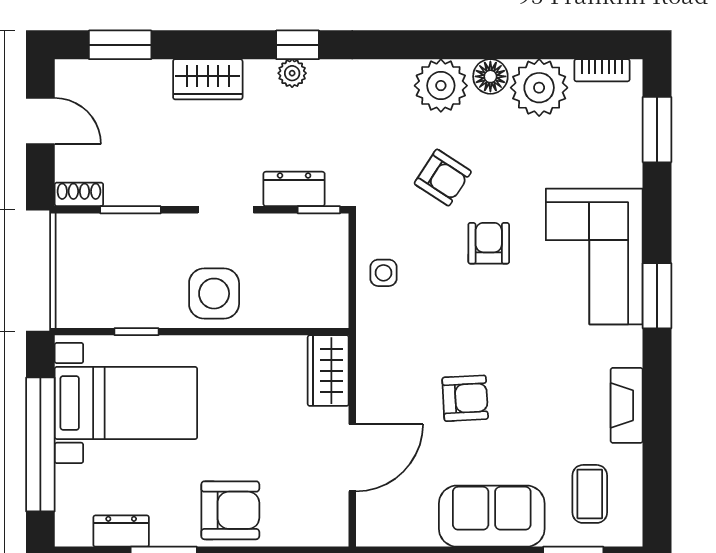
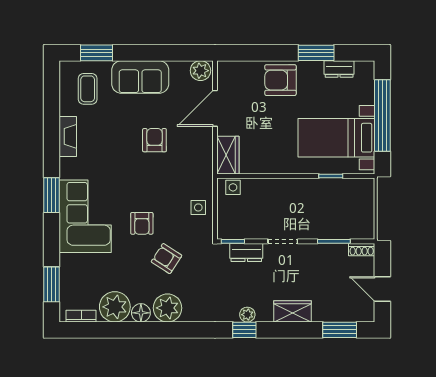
side table: (214, 294) -> (233, 187), moved, width x0.54, depth x0.54
armchair: (465, 398) -> (154, 140), turned 93
plant: (379, 528) -> (200, 71), added

